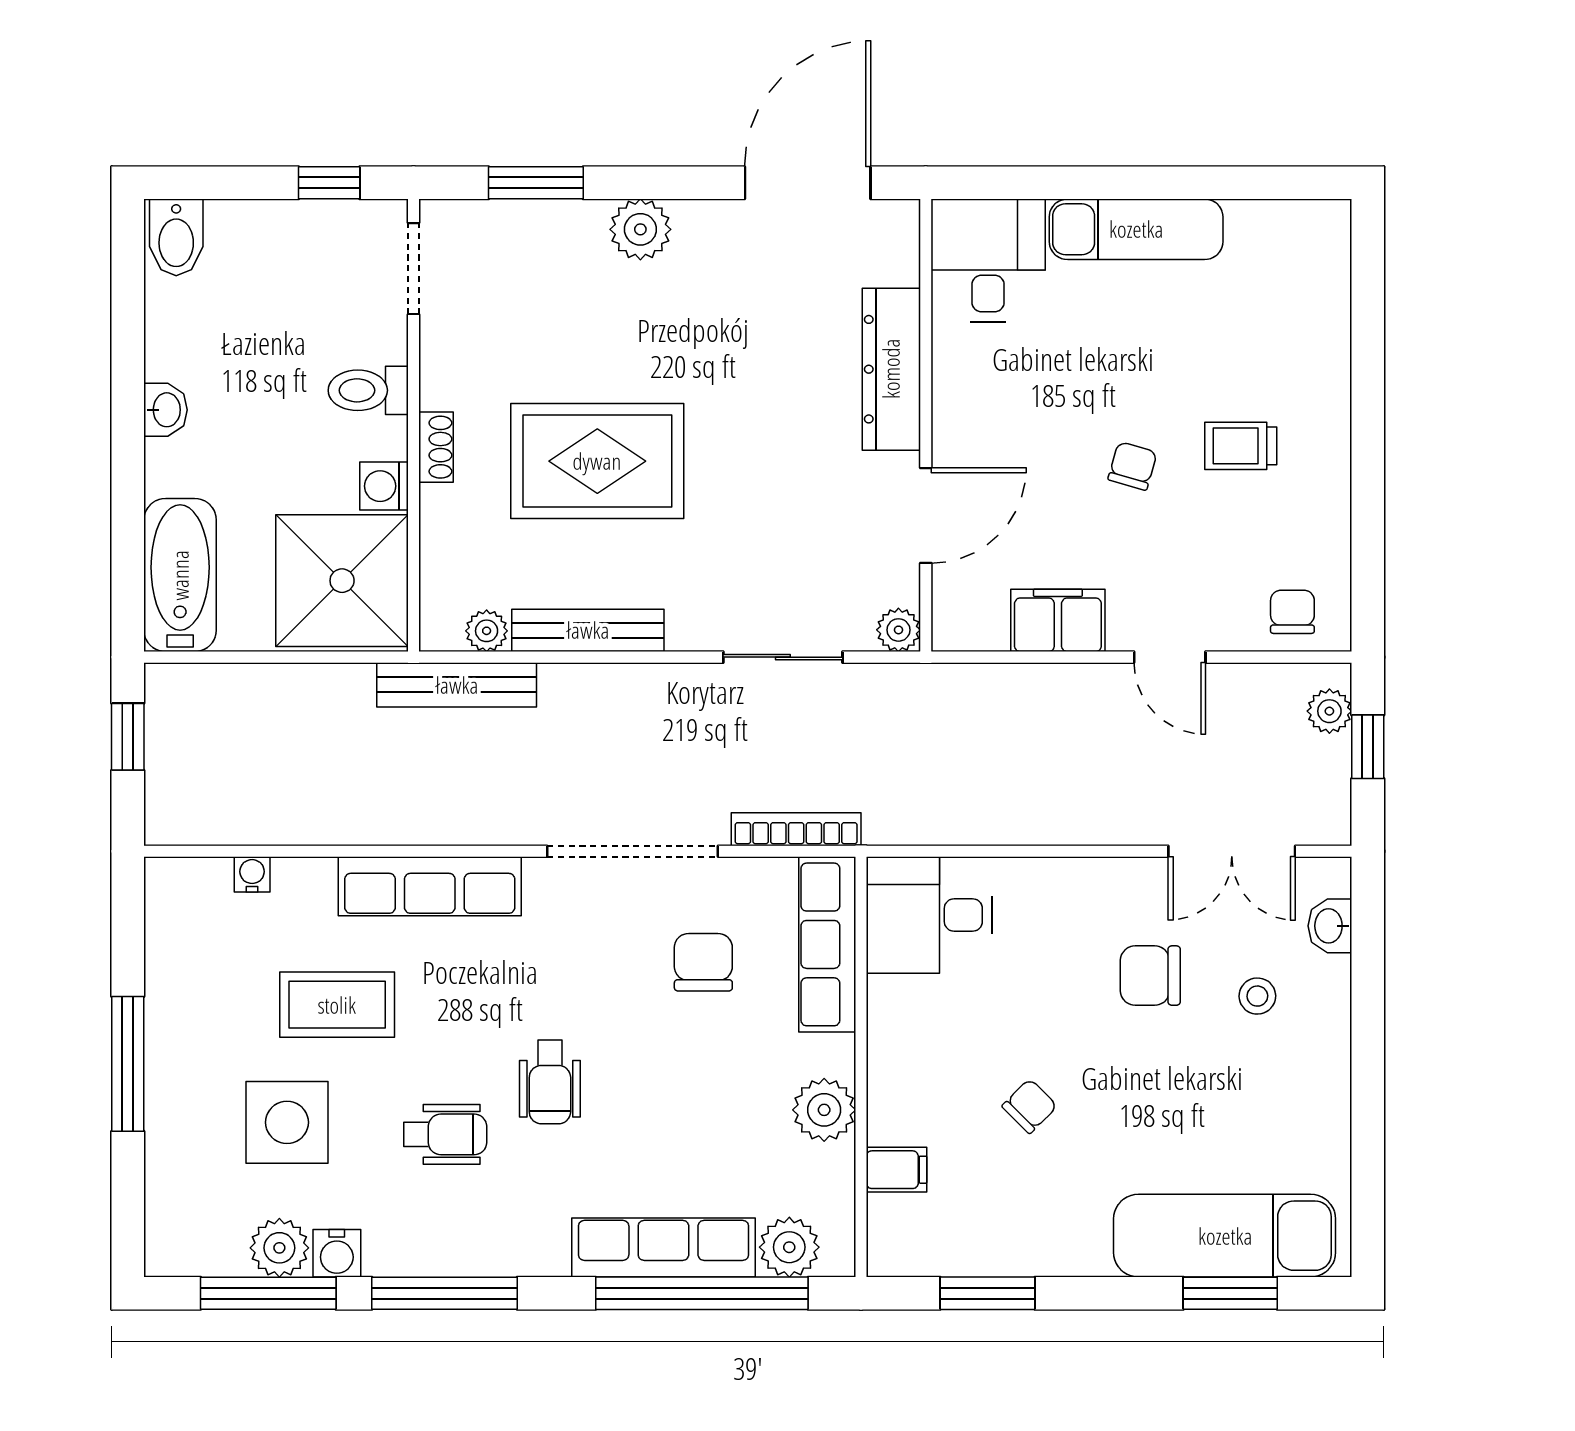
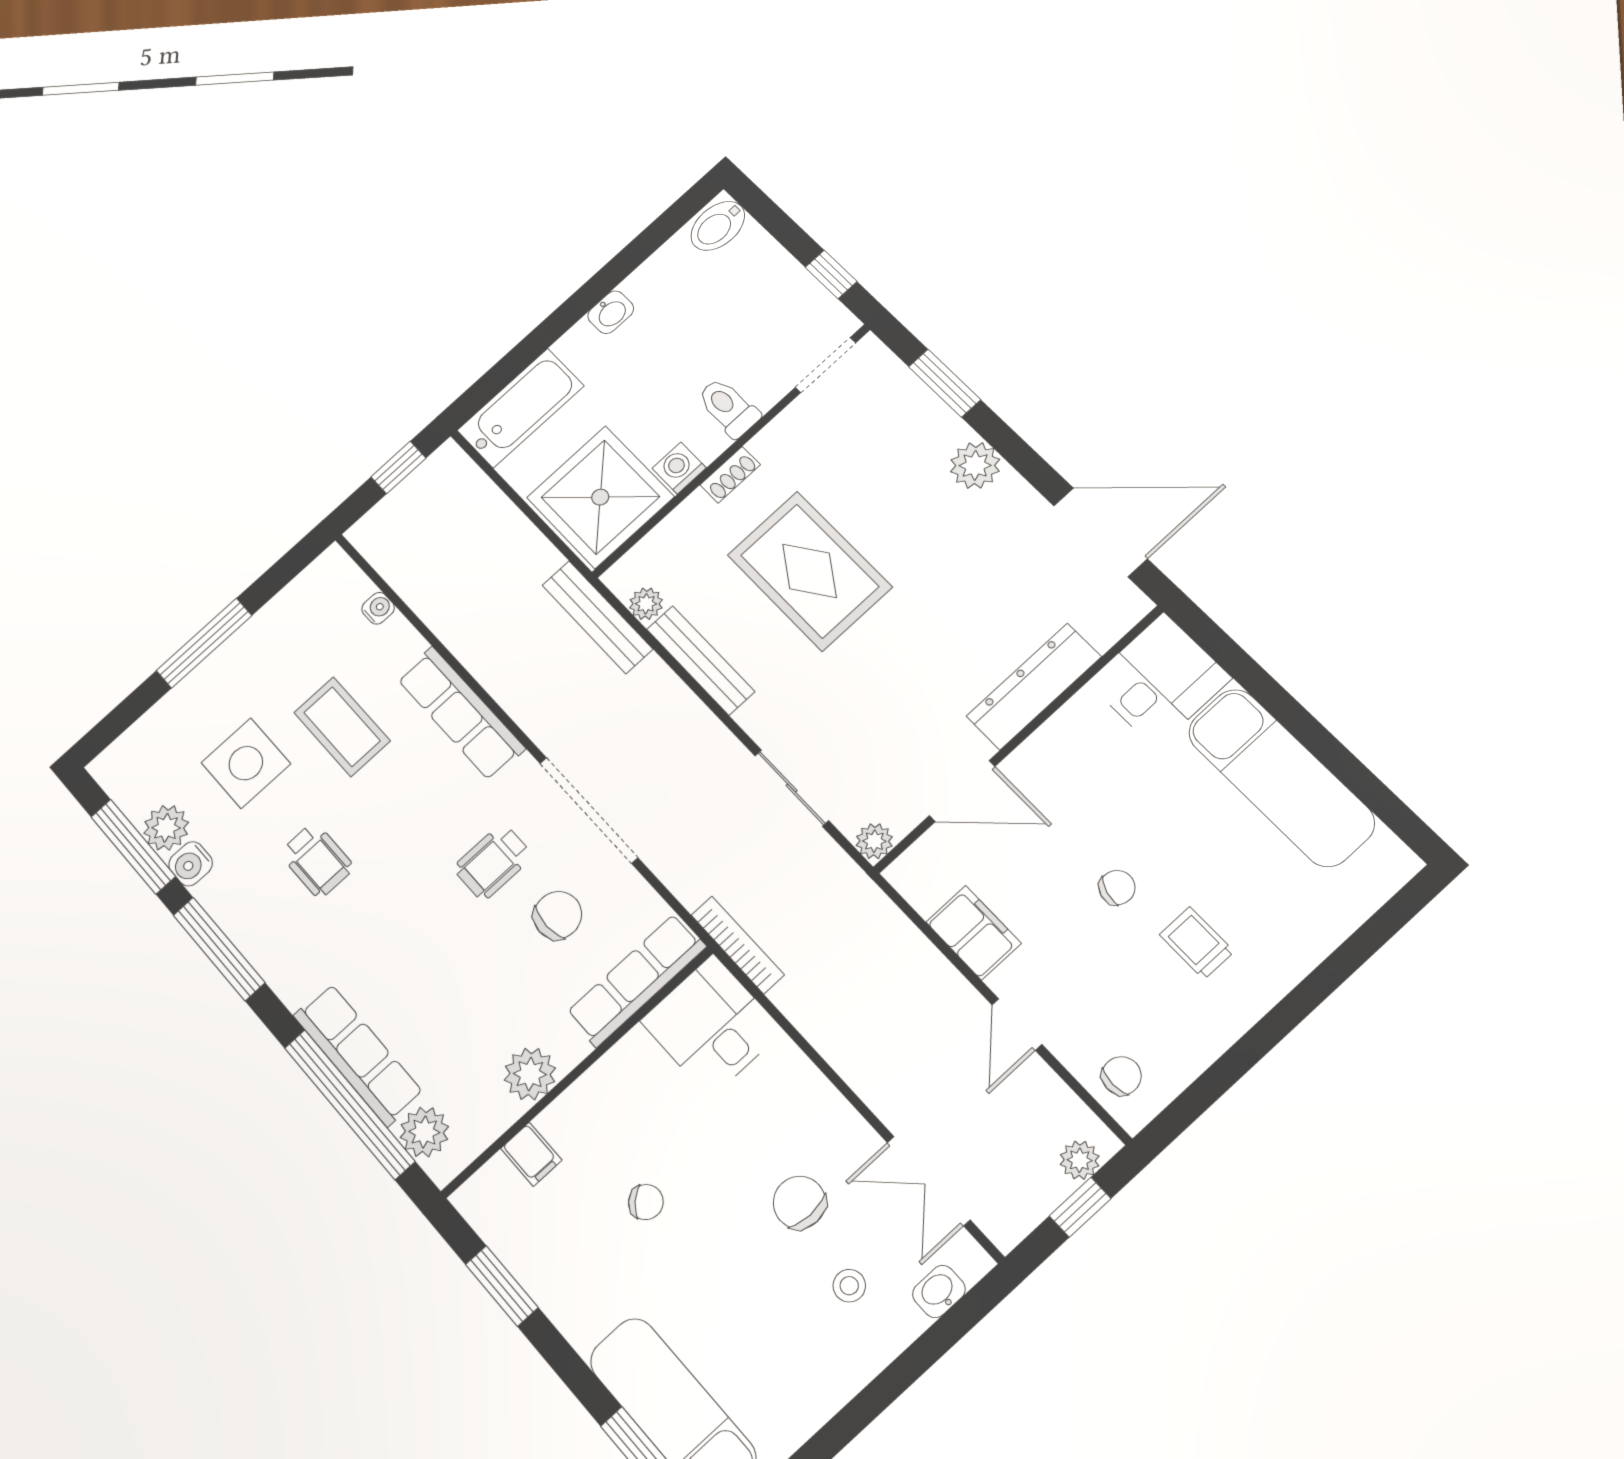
exam couch: (1136, 229) -> (1281, 777), width x1.36, depth x1.45
bookcase: (796, 829) -> (738, 945), moved
wheelchair: (550, 1082) -> (493, 862), moved

